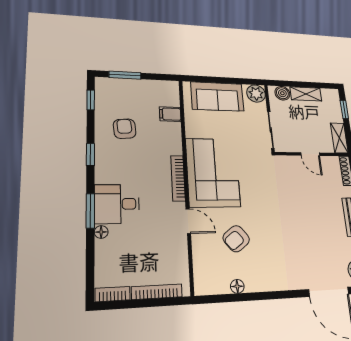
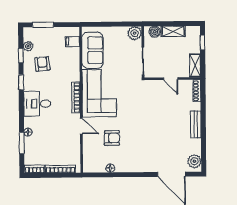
sofa: (217, 97) -> (92, 50), moved, turned -90
window: (91, 100) -> (21, 55), moved
plant: (102, 103) -> (28, 46), added
filing cabinet: (170, 114) -> (72, 41), moved
desk: (117, 204) -> (37, 104), moved
window: (90, 211) -> (22, 143), moved
armchair: (236, 239) -> (112, 138), turned -142

